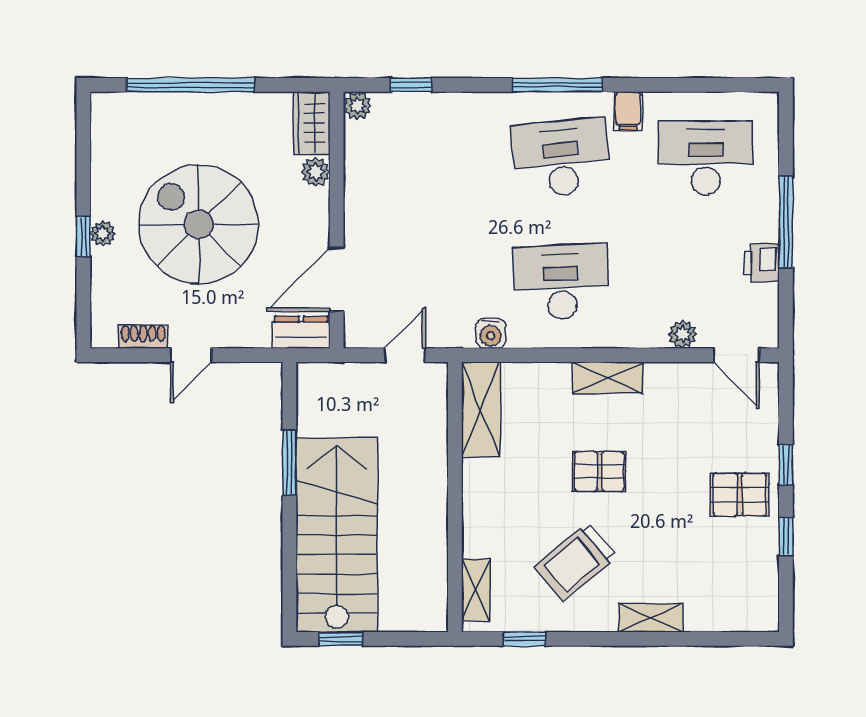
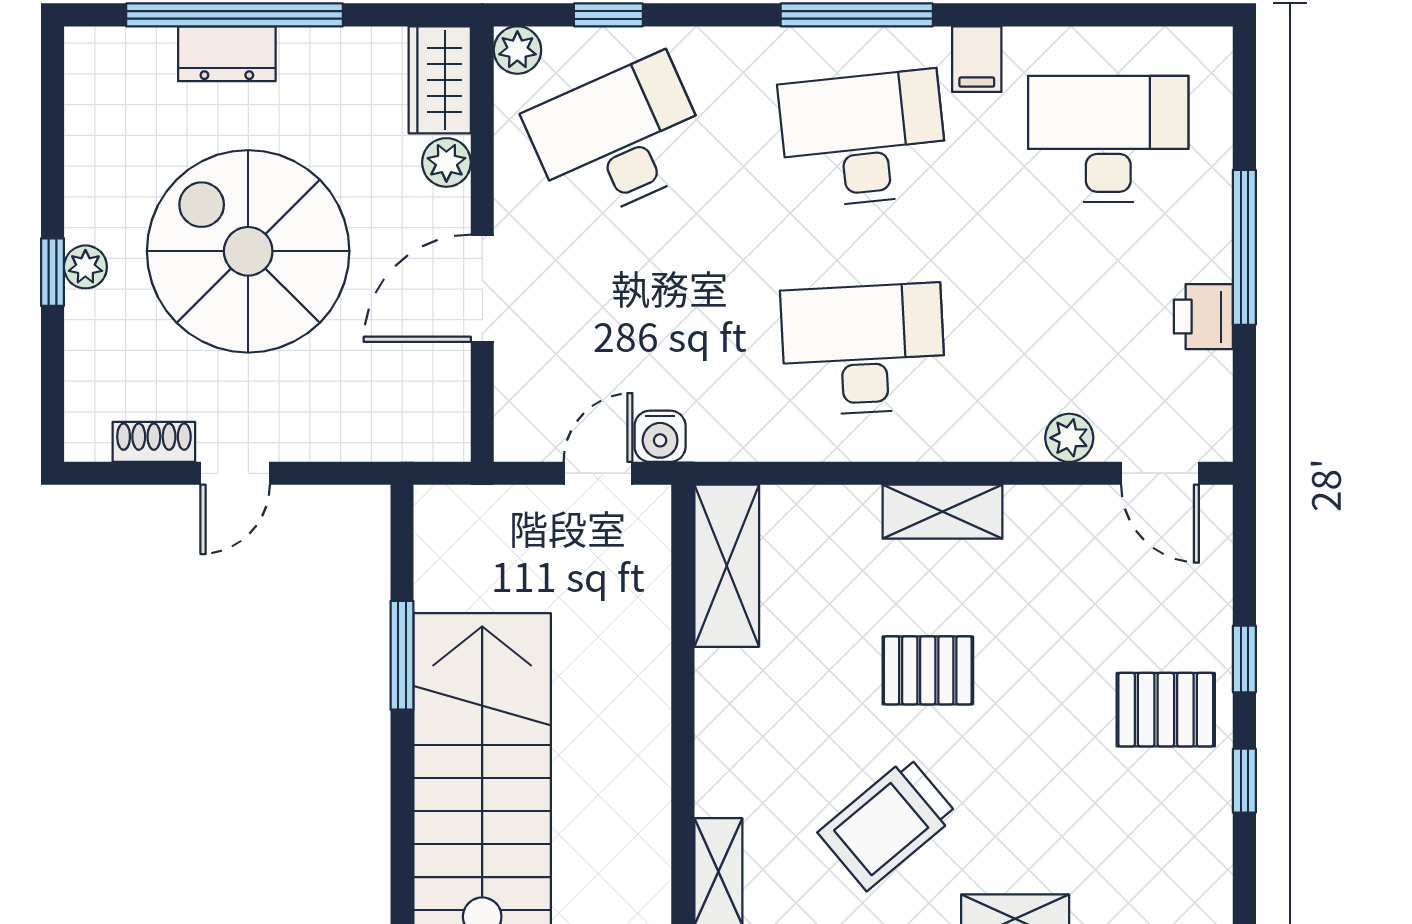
desk: (417, 158) -> (618, 139), added
door: (337, 279) -> (482, 288), moved
dresser: (301, 332) -> (227, 54), moved, turned 180
water cooler: (491, 333) -> (660, 436), moved

